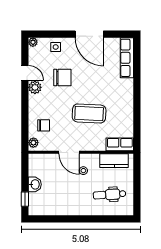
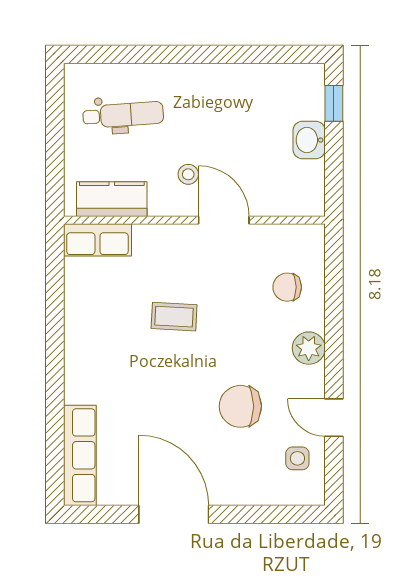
plant: (33, 42) -> (314, 494), removed
side table: (56, 47) -> (297, 458), moved
plant: (35, 87) -> (309, 348), moved
coffee table: (89, 113) -> (174, 317), width x0.54, depth x0.58
plant: (33, 143) -> (313, 244), removed

